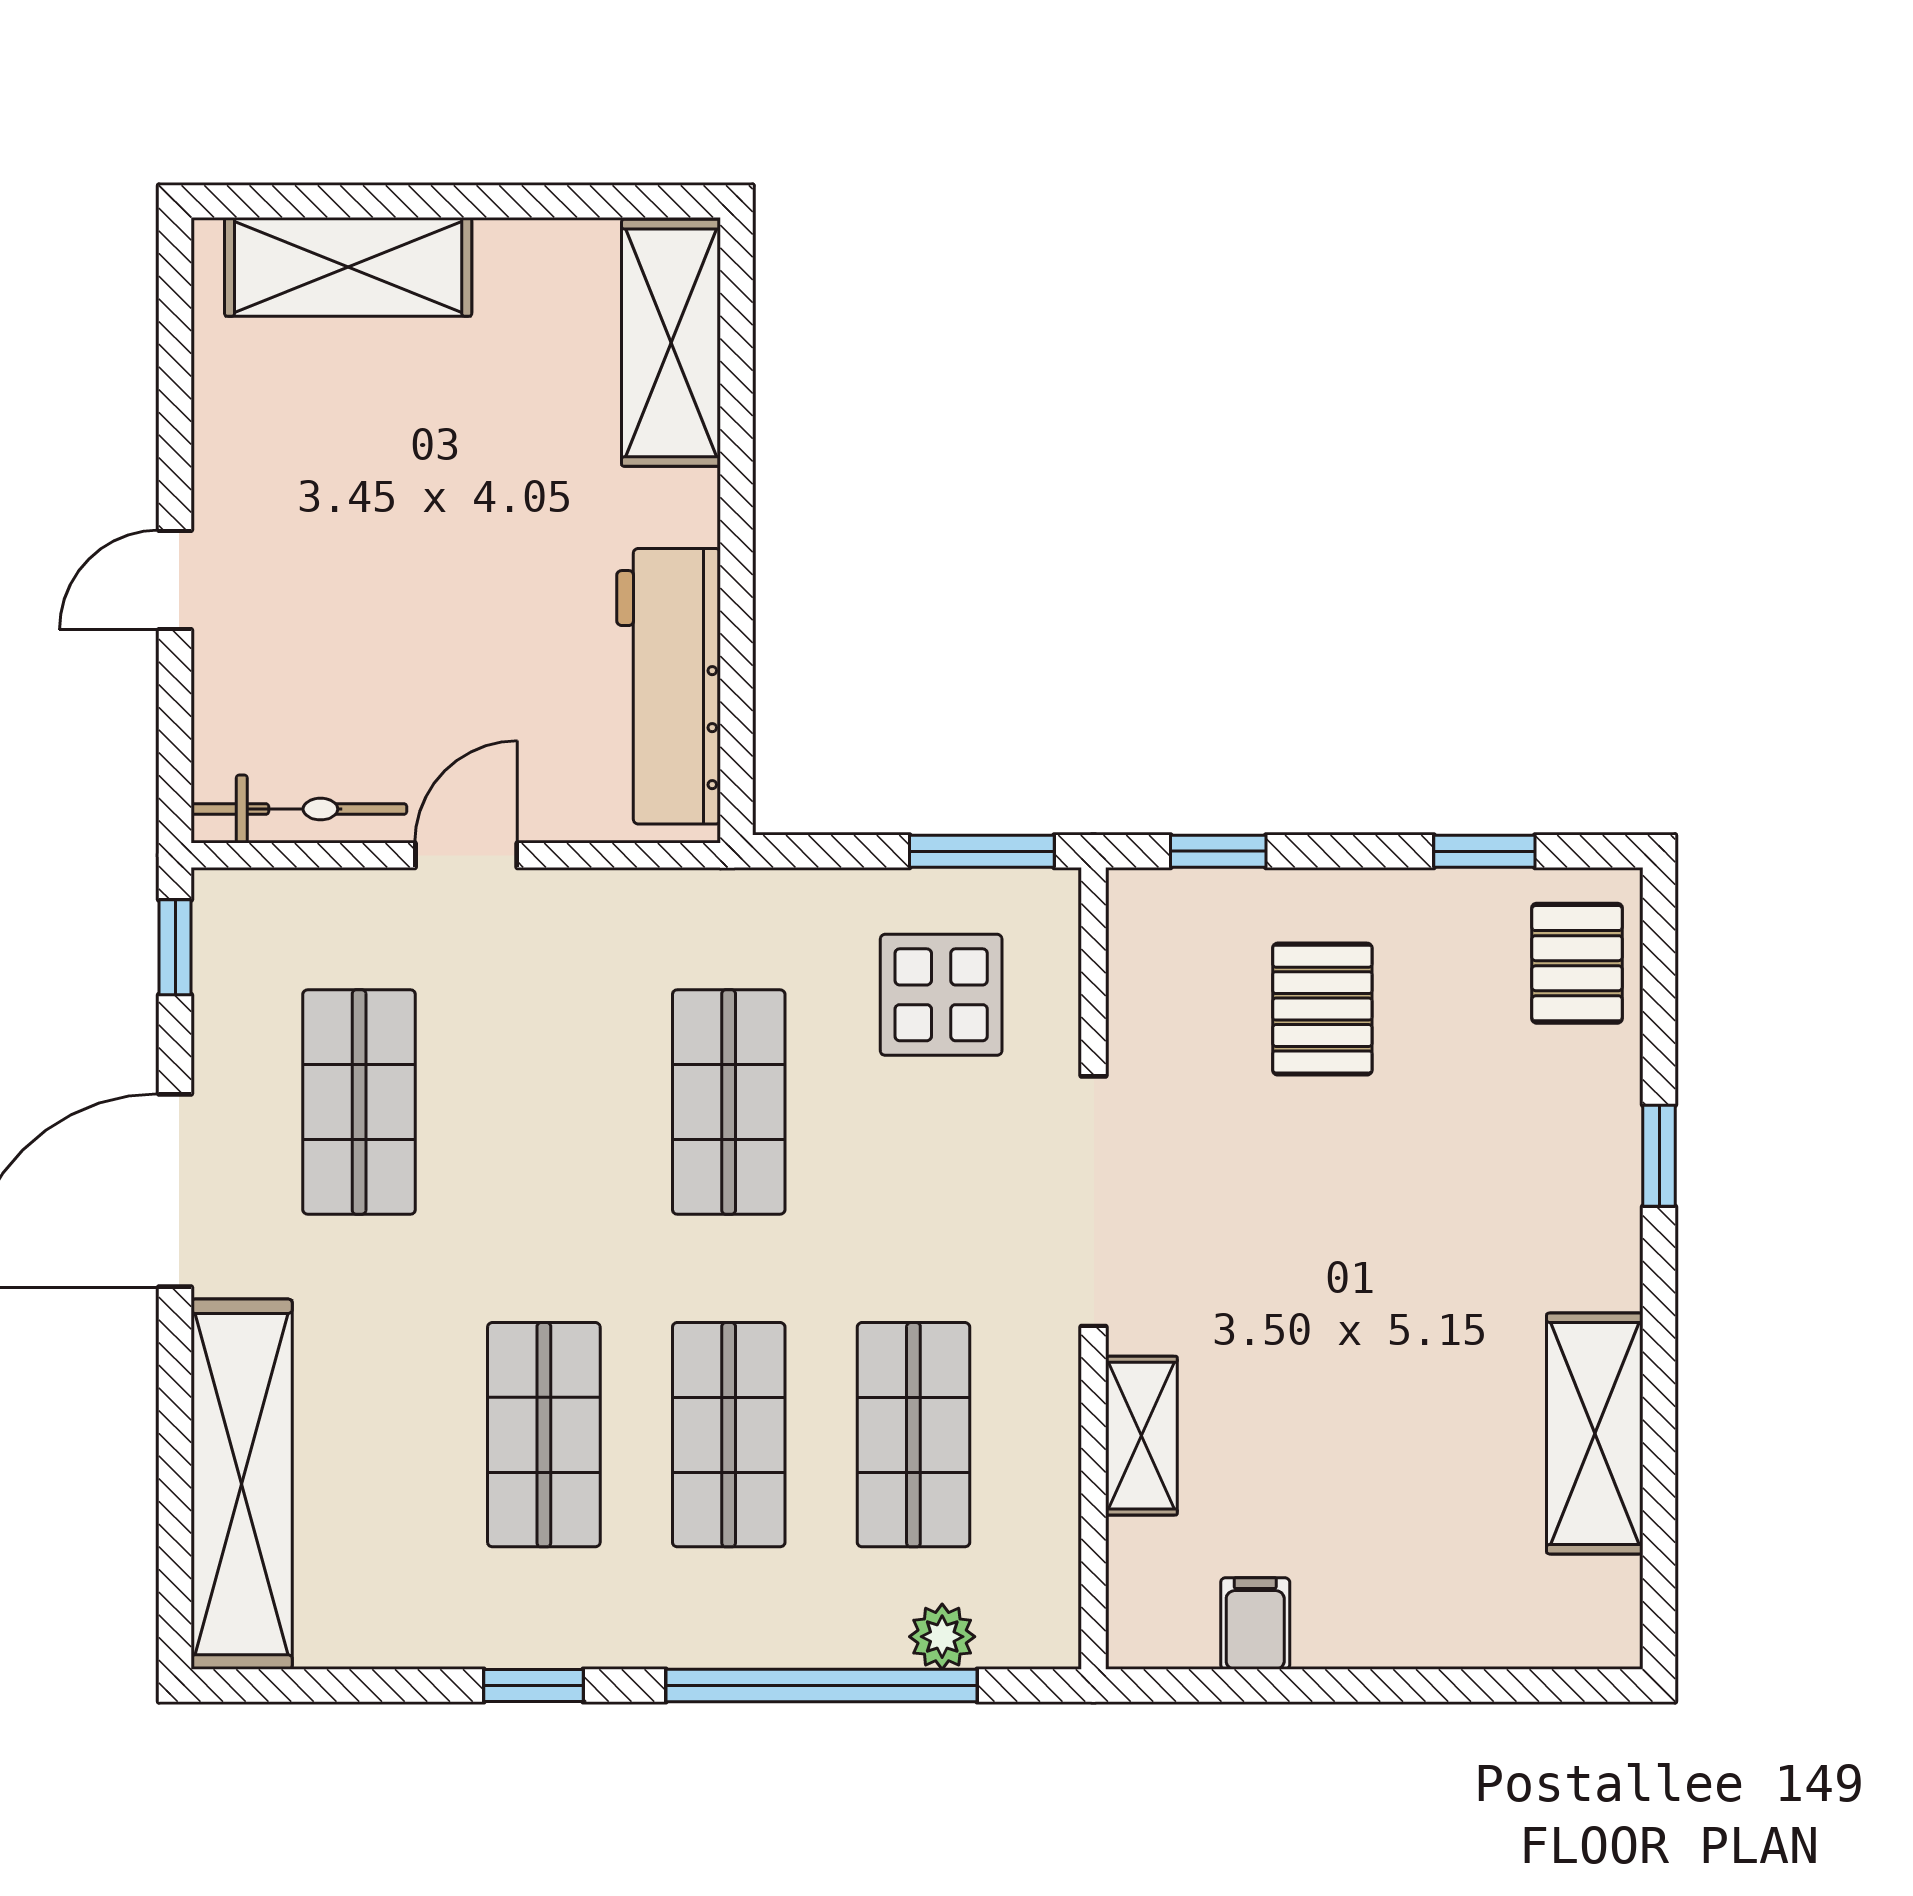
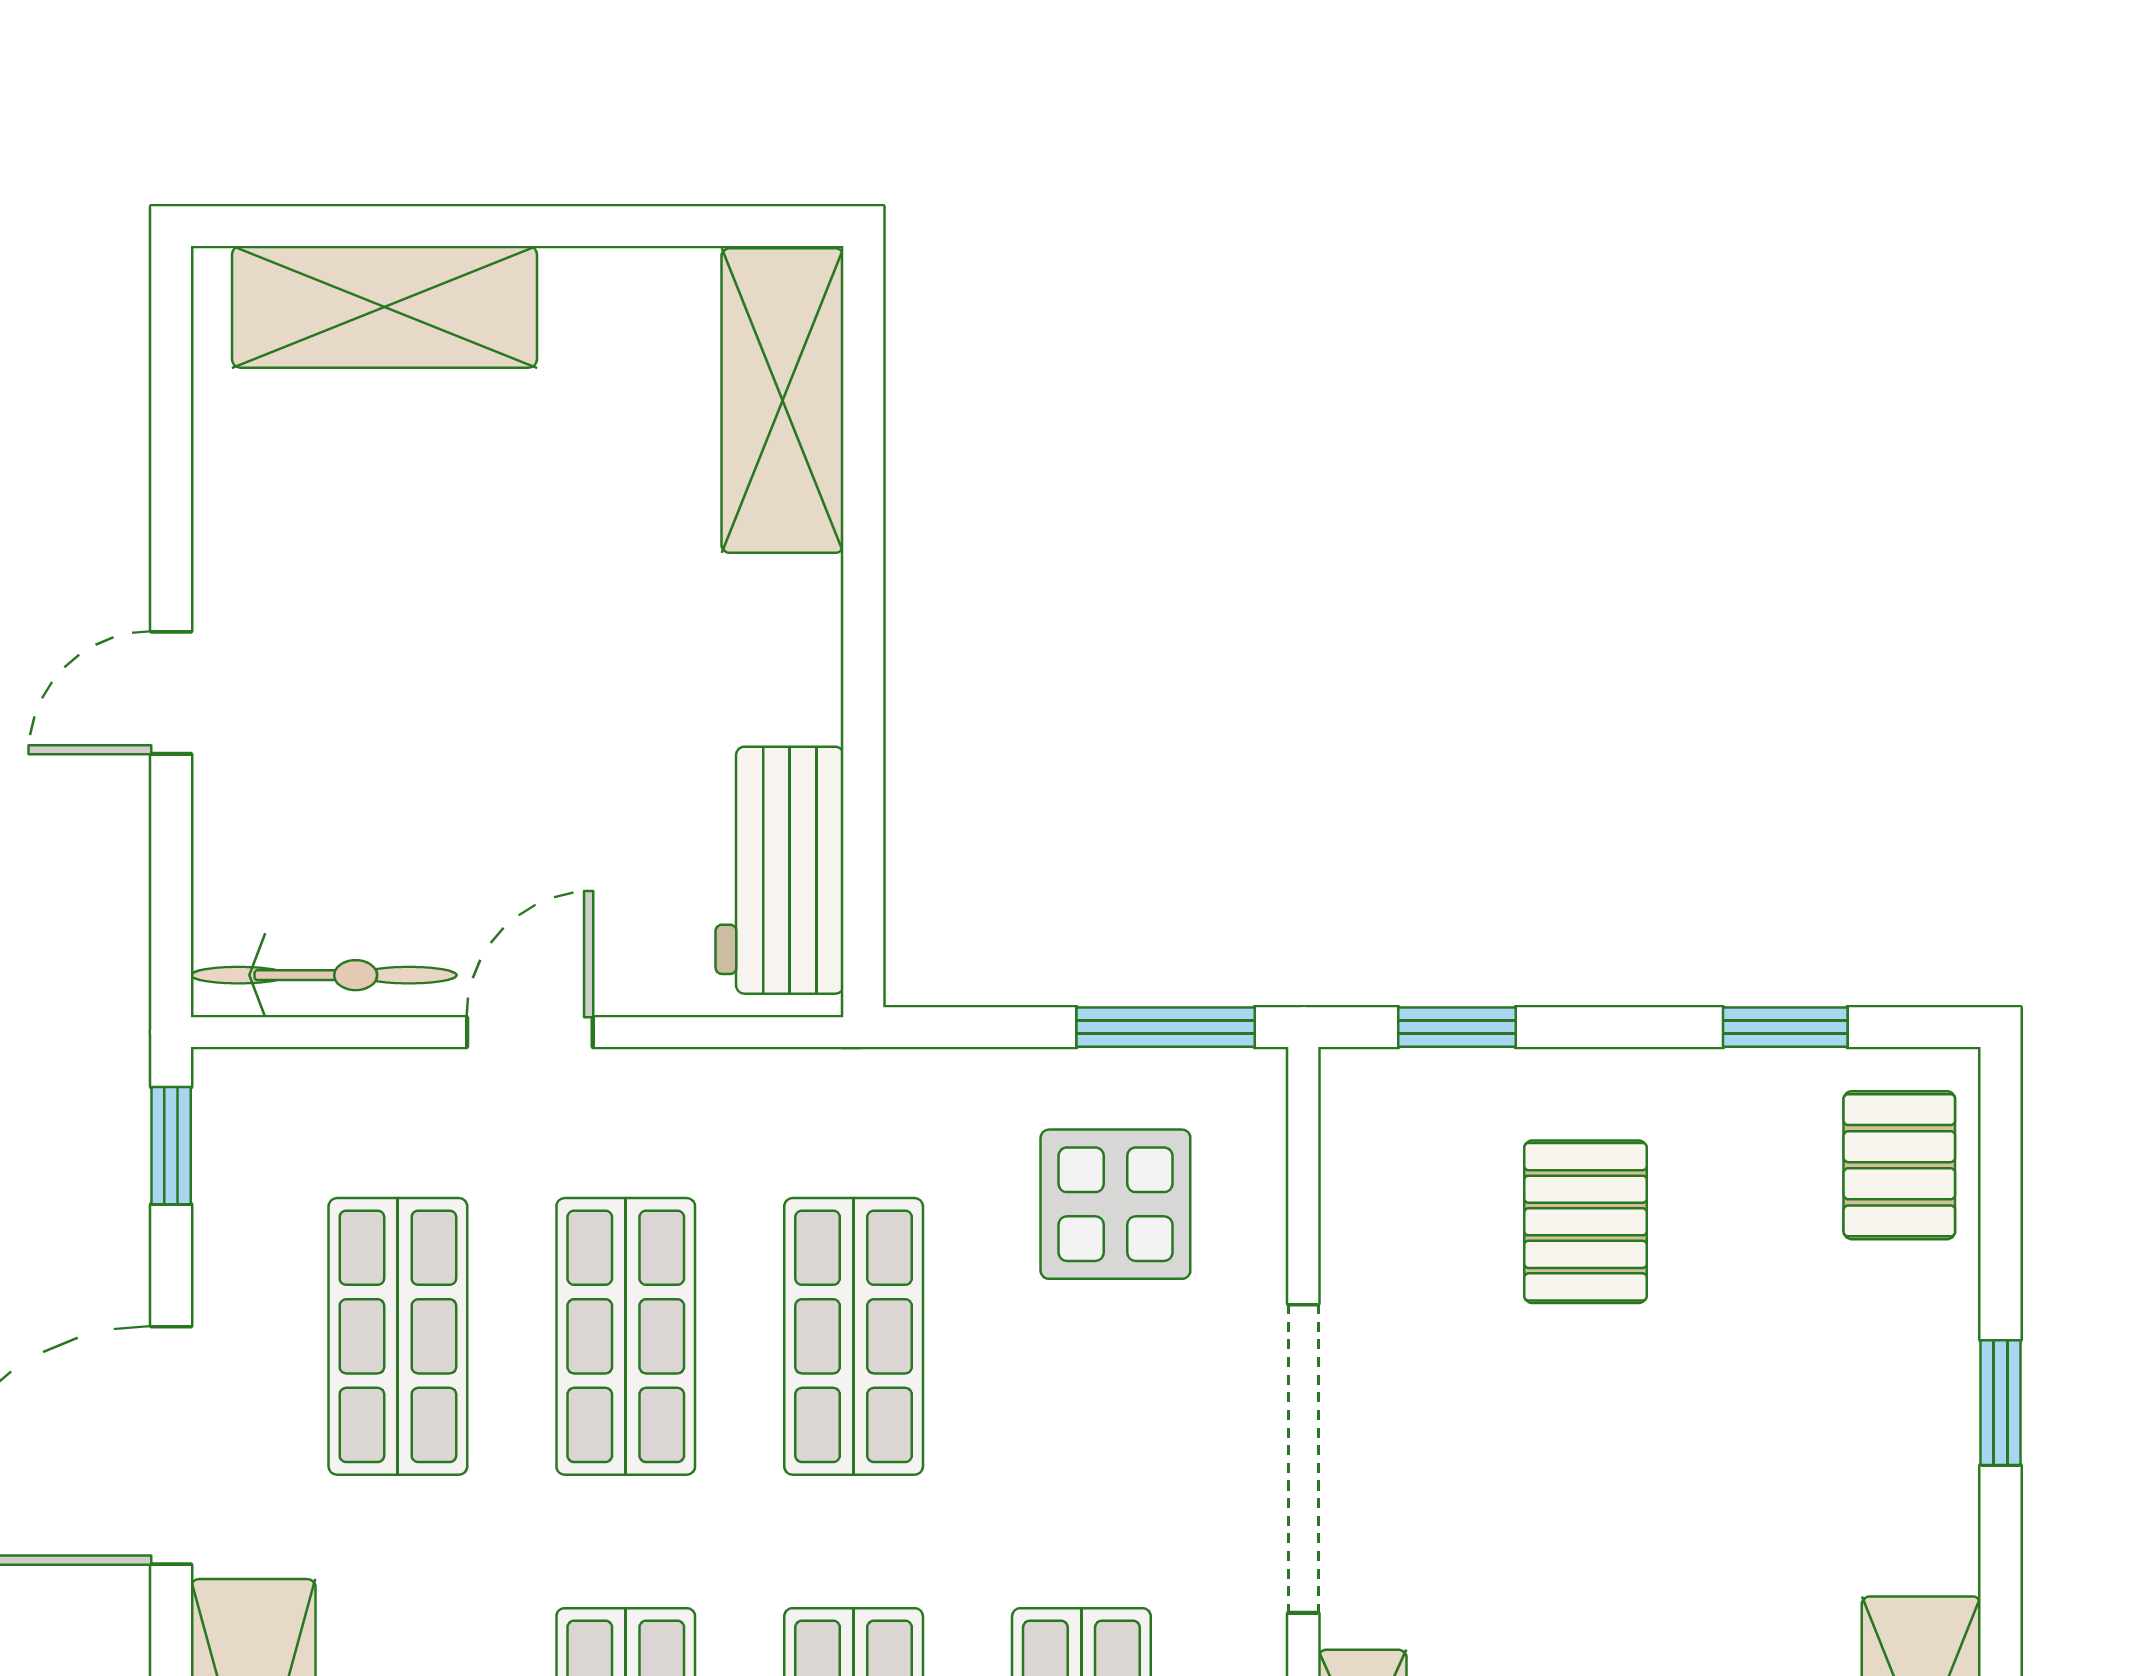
workbench: (669, 686) -> (780, 870), width x0.73
shop shelf: (544, 1102) -> (626, 1336), added

